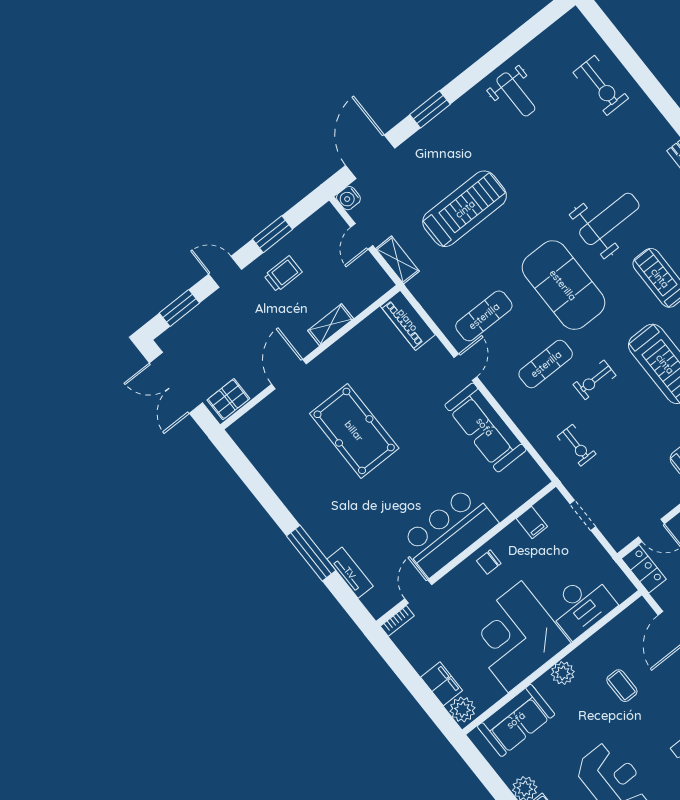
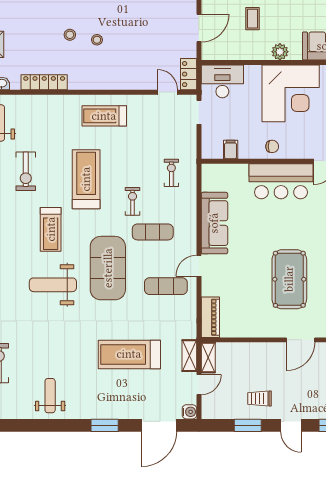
shelving: (331, 325) -> (208, 358), moved, turned 90
exercise bike: (595, 380) -> (132, 201), turned -90
doorway: (583, 515) -> (199, 112), moved
desk: (581, 605) -> (222, 81), moved

